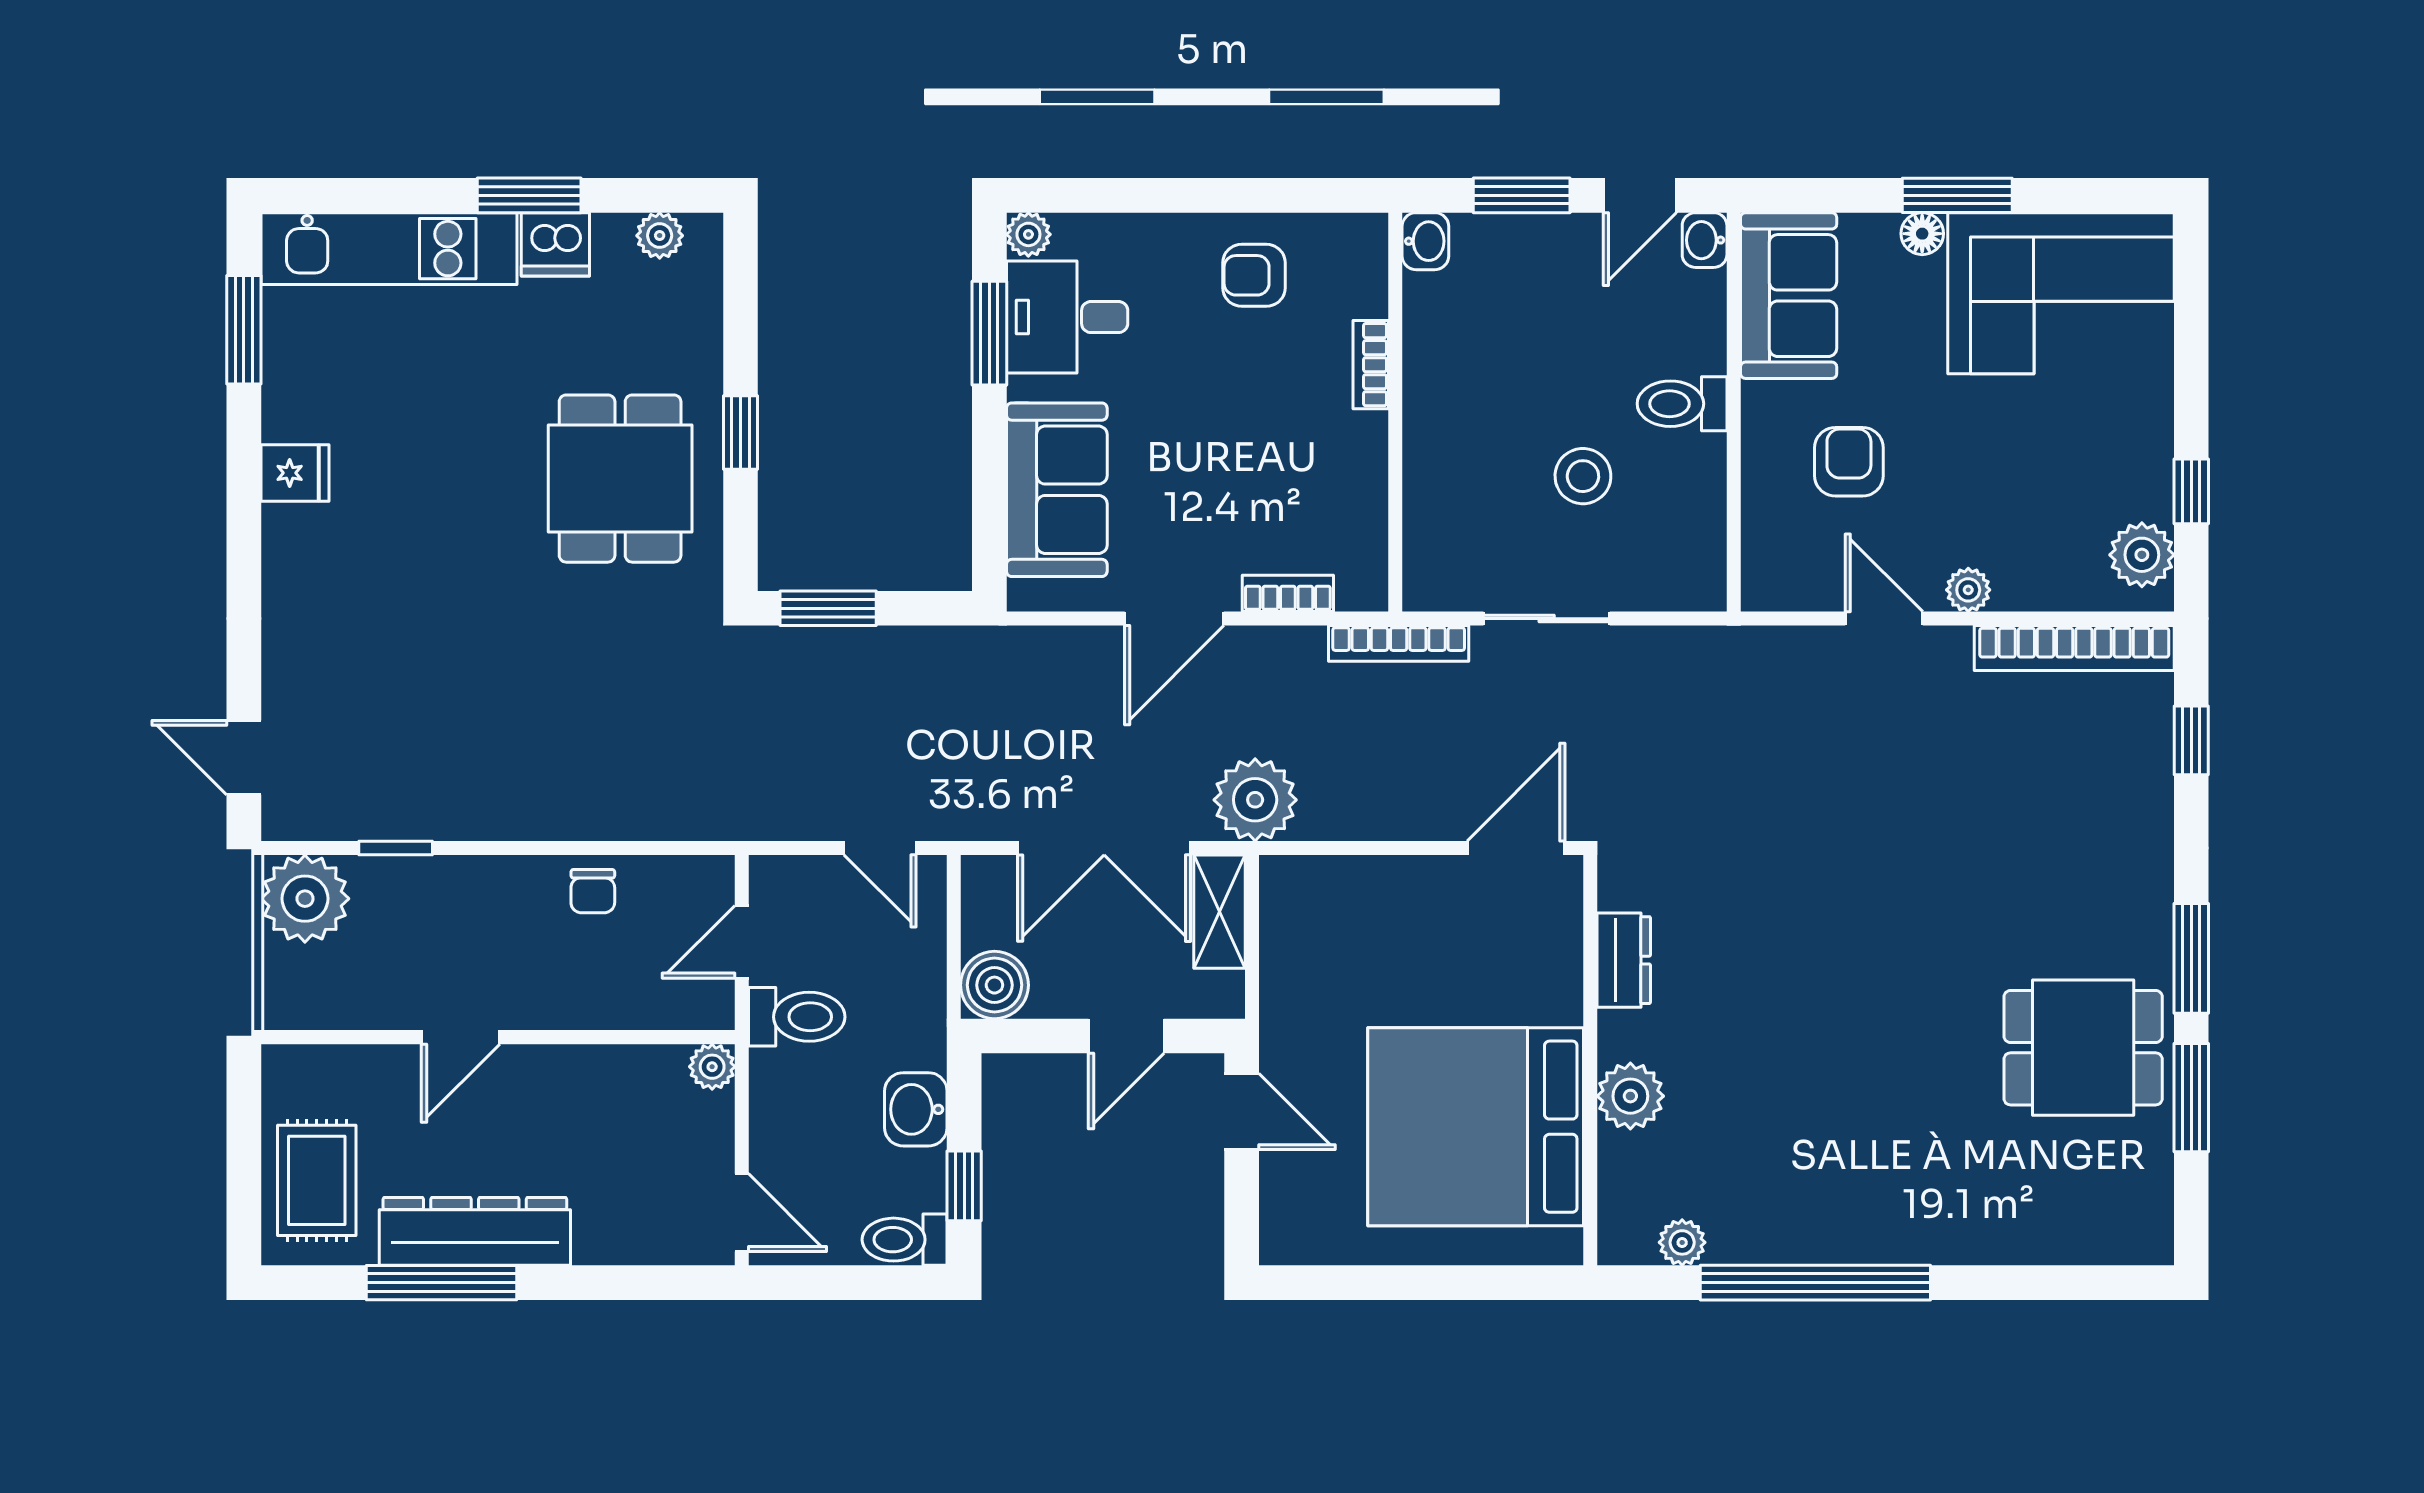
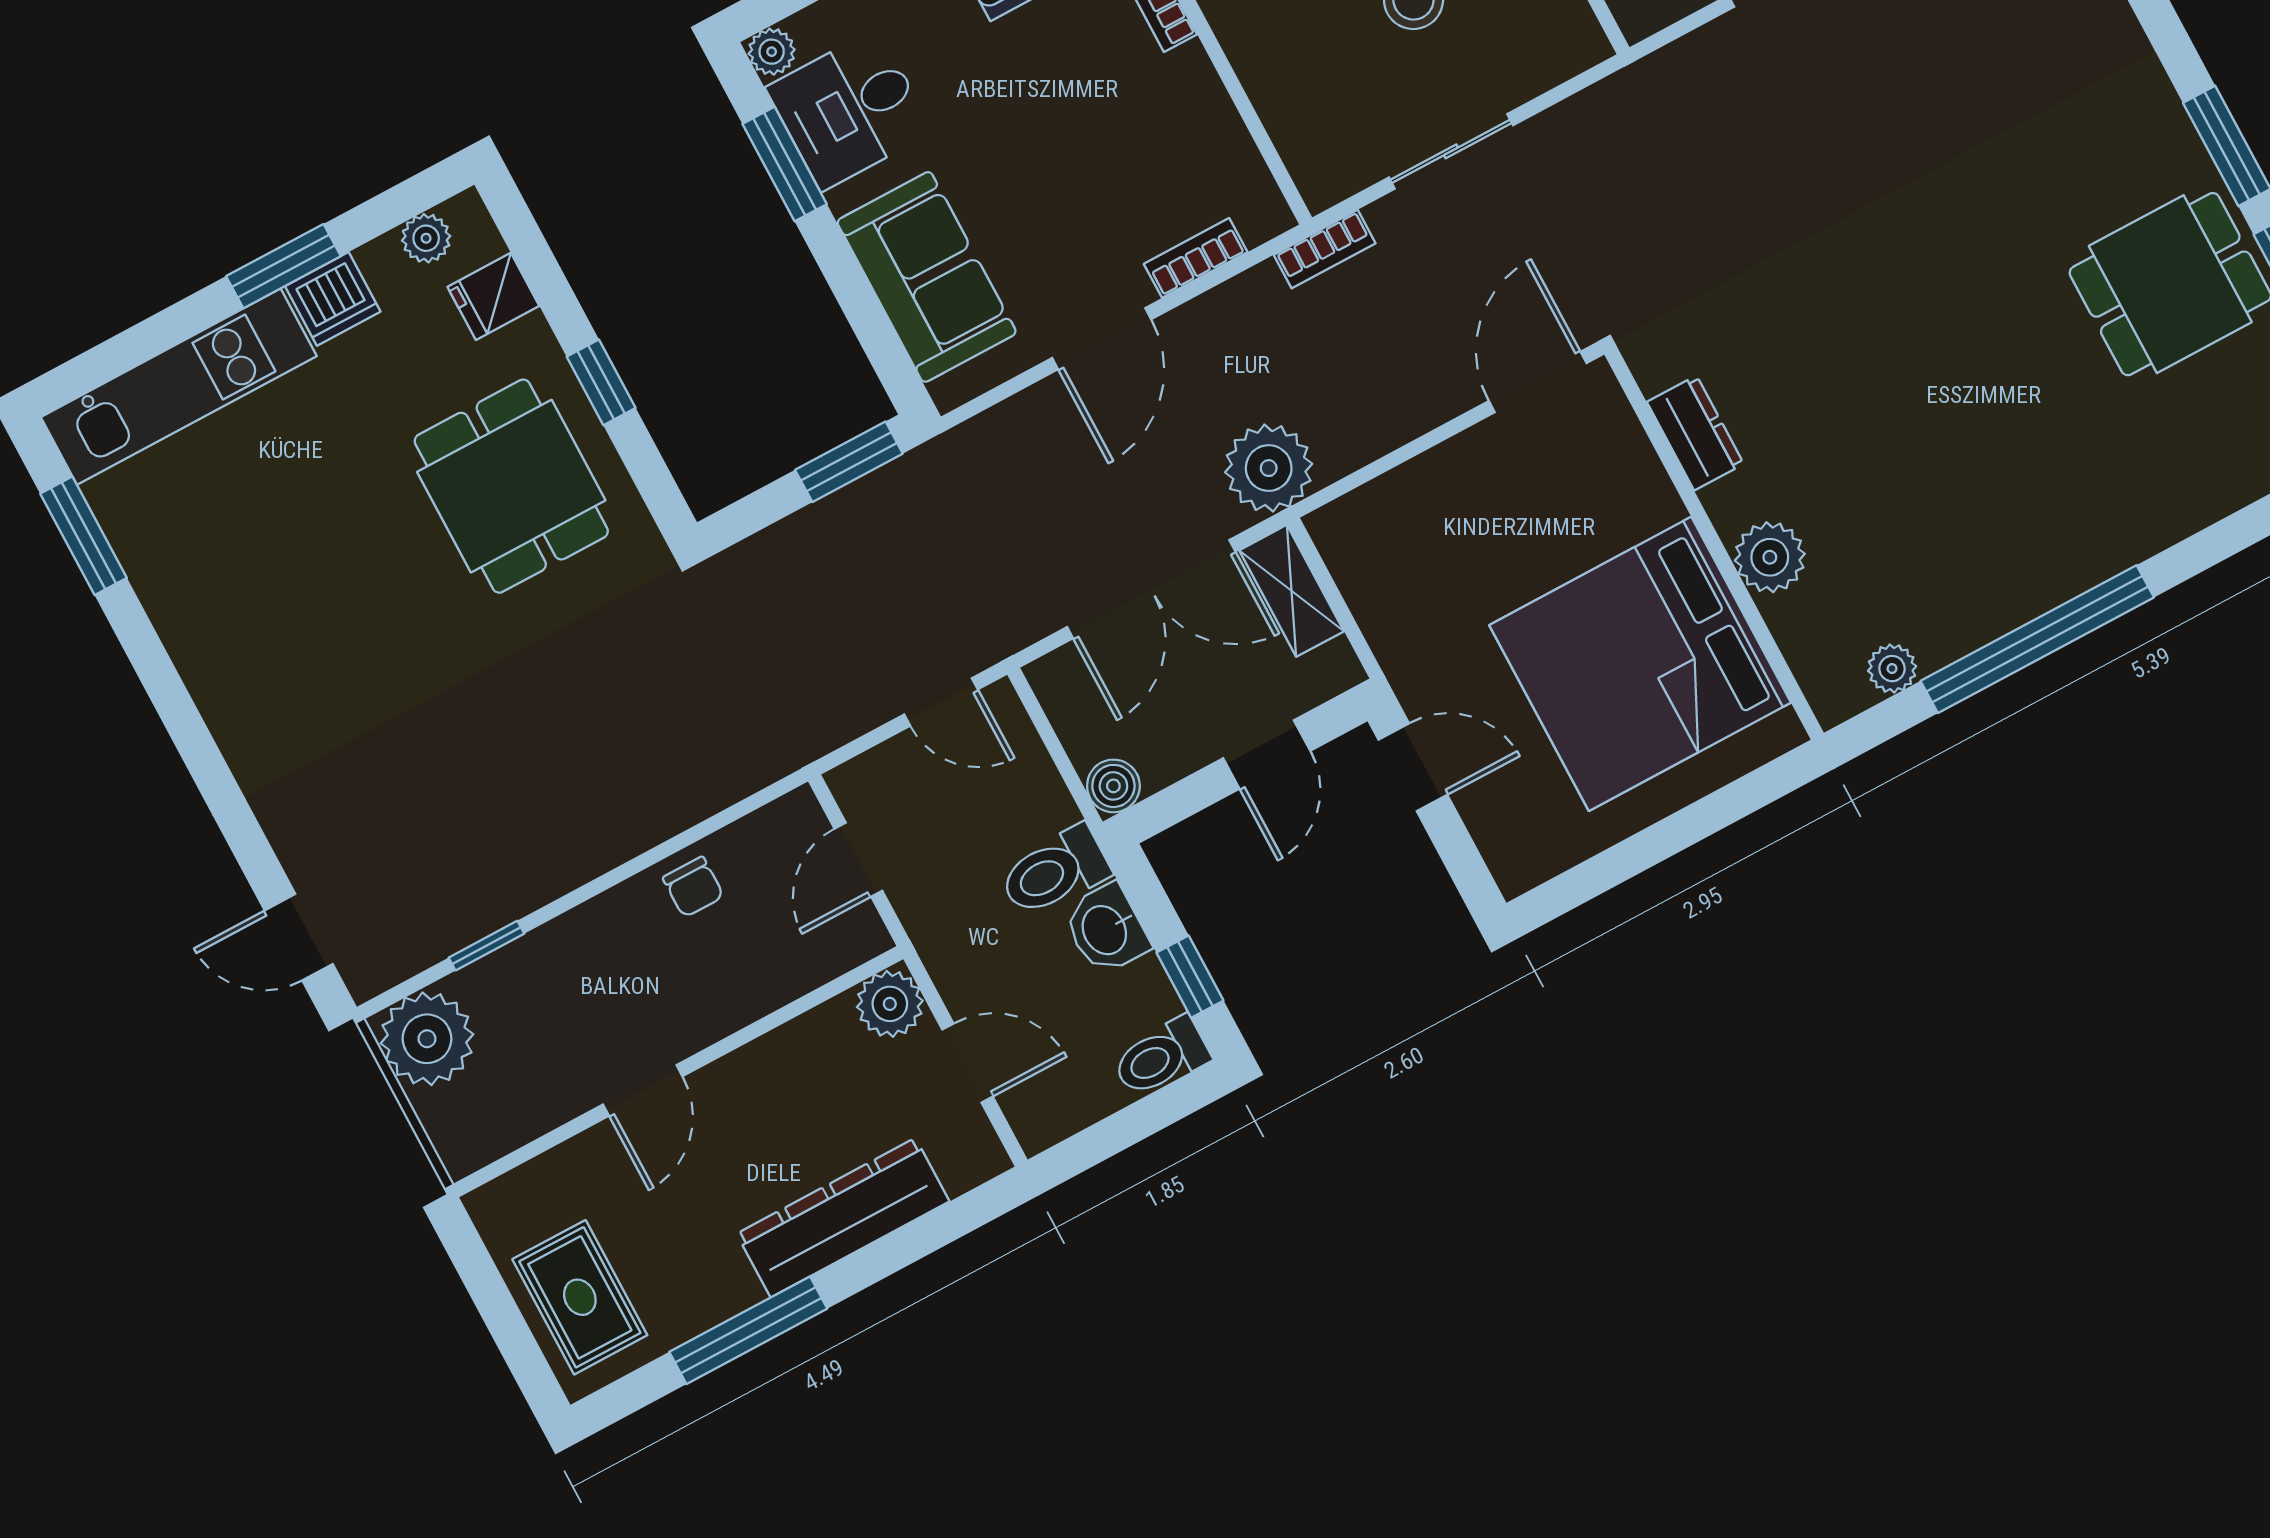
fridge: (295, 473) -> (493, 296), moved, turned 180
window: (828, 608) -> (849, 462), moved
bookcase: (1399, 643) -> (1325, 249), width x0.64
boiler: (994, 985) -> (1113, 786), width x0.73, depth x0.73
toilet: (797, 1017) -> (1055, 871), moved, turned 180
plant: (712, 1067) -> (890, 1004), width x1.38, depth x1.38
door: (742, 1213) -> (968, 1063), moved
dresser: (475, 1231) -> (843, 1218), moved

